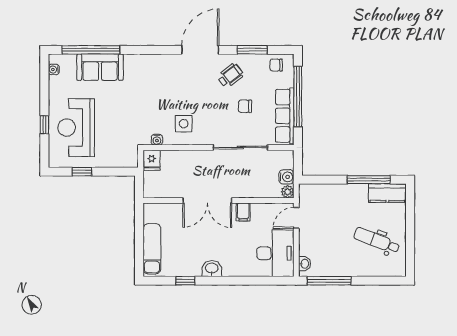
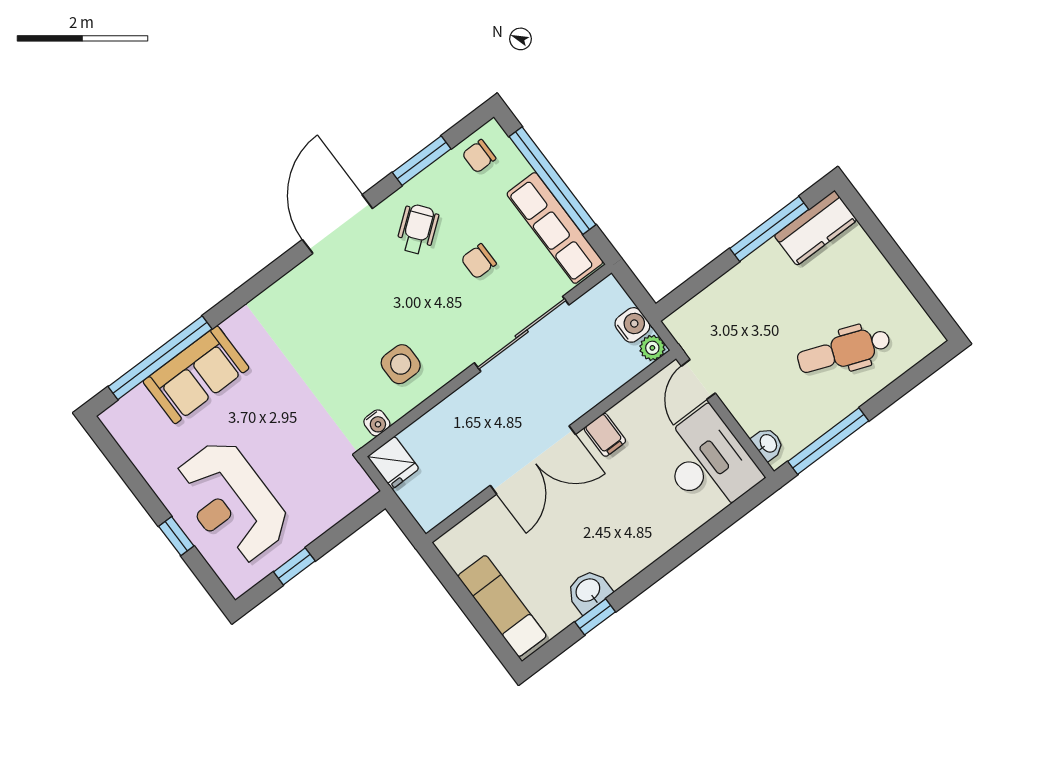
water cooler: (54, 70) -> (124, 435), removed
dental chair: (377, 240) -> (844, 351), moved
washbasin: (212, 269) -> (589, 591), moved

